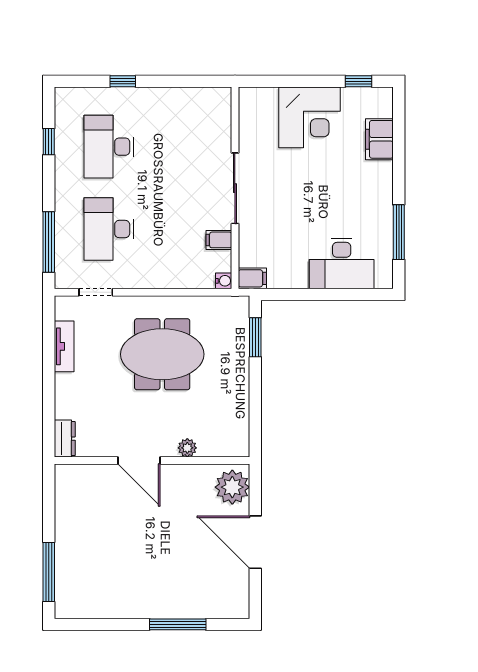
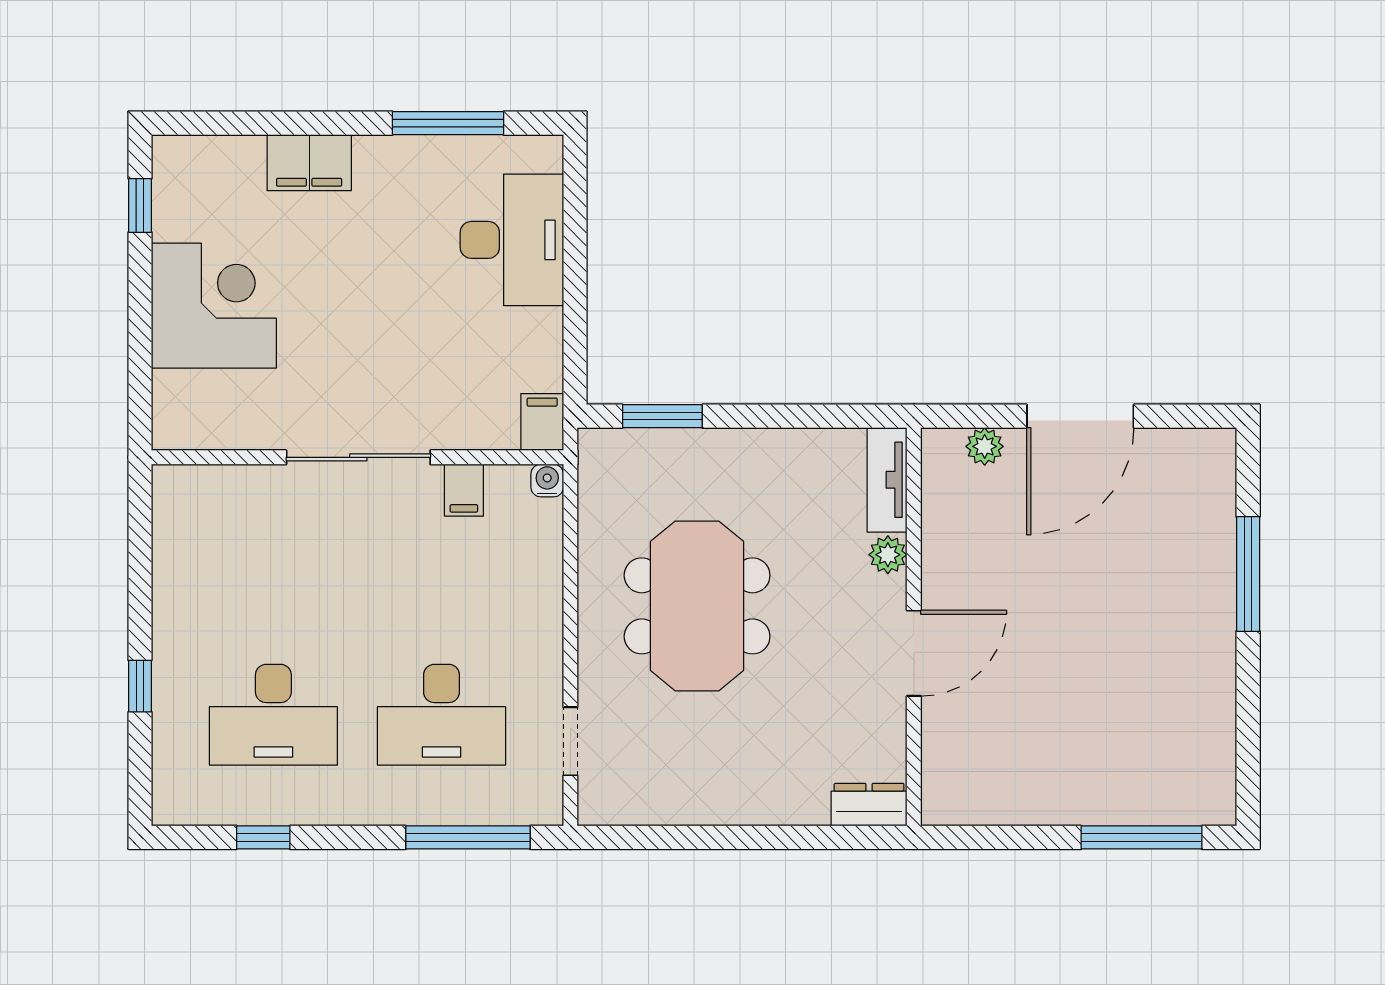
filing cabinet: (379, 139) -> (309, 163), moved
tv unit: (64, 346) -> (887, 480), moved, turned -90
plant: (232, 487) -> (985, 446), width x0.53, depth x0.53

